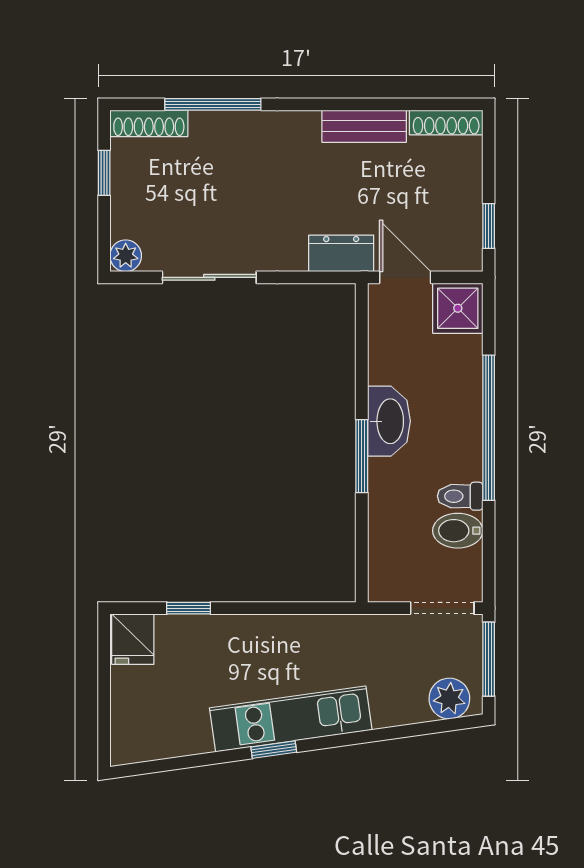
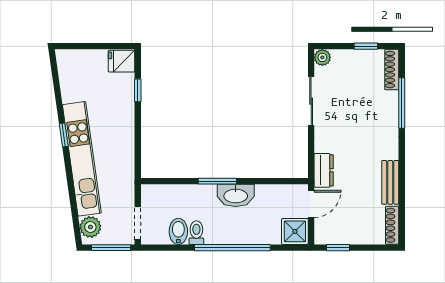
kitchen unit: (291, 719) -> (82, 159), width x1.36

